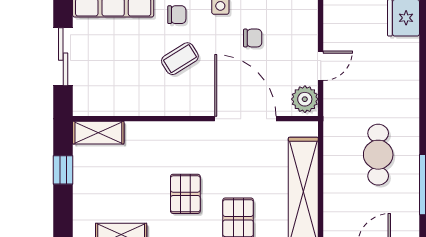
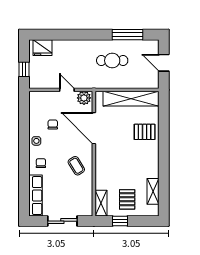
coffee table: (180, 59) -> (76, 166), moved
door: (245, 119) -> (94, 128), hinge flipped
pallet: (185, 194) -> (127, 199), moved, turned 90

